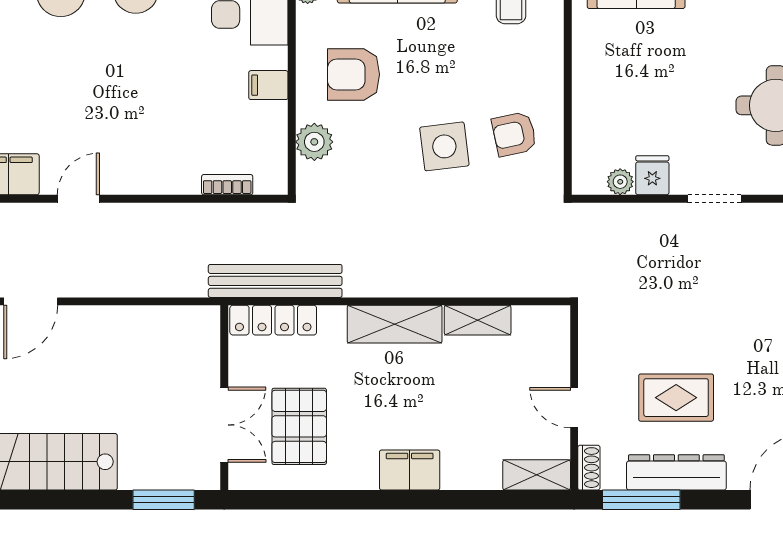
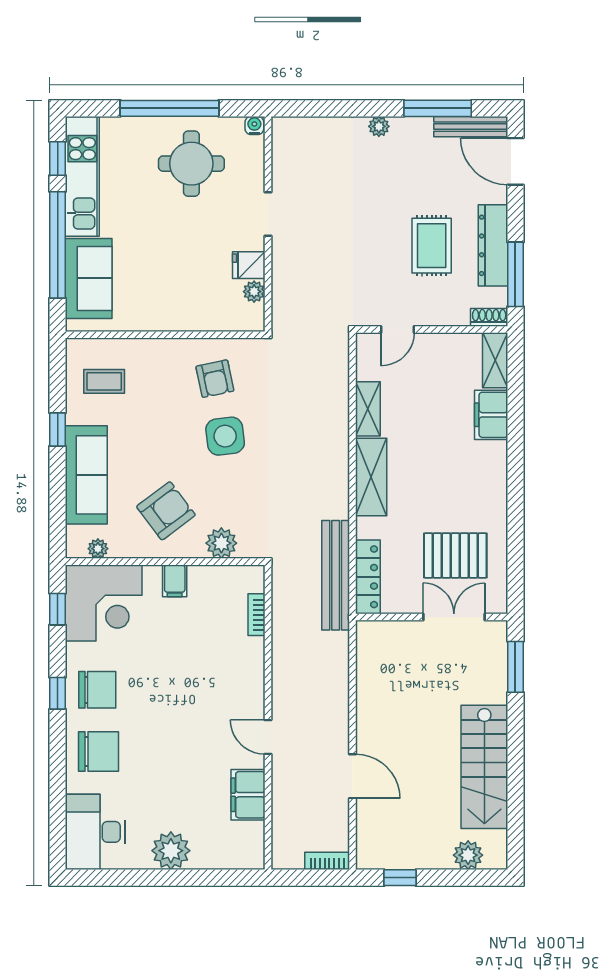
armchair: (354, 74) -> (166, 511), turned -127
door: (574, 408) -> (398, 329), moved
filing cabinet: (410, 470) -> (491, 415), moved

